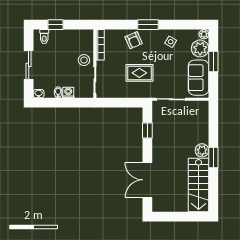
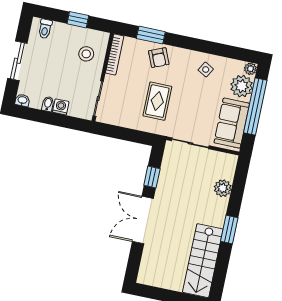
window: (56, 25) -> (78, 20), moved
window: (148, 25) -> (151, 35), moved
stool: (84, 60) -> (86, 54), moved
window: (213, 62) -> (255, 107), width x2.11
rug: (139, 73) -> (157, 101), turned 90
plant: (202, 150) -> (223, 188), moved
double door: (147, 180) -> (143, 220), moved

